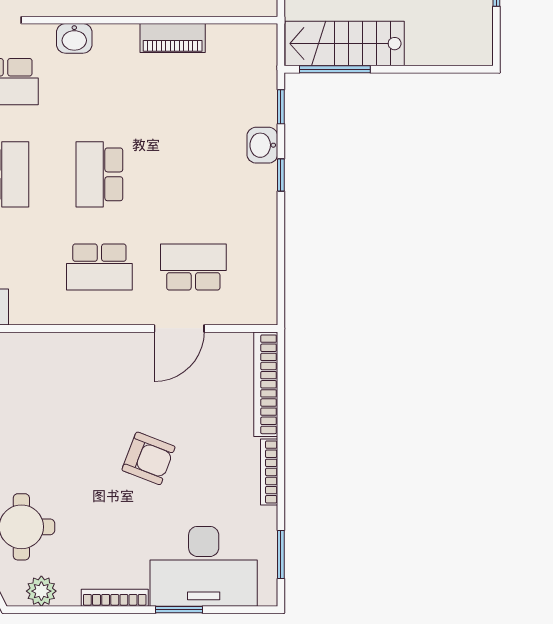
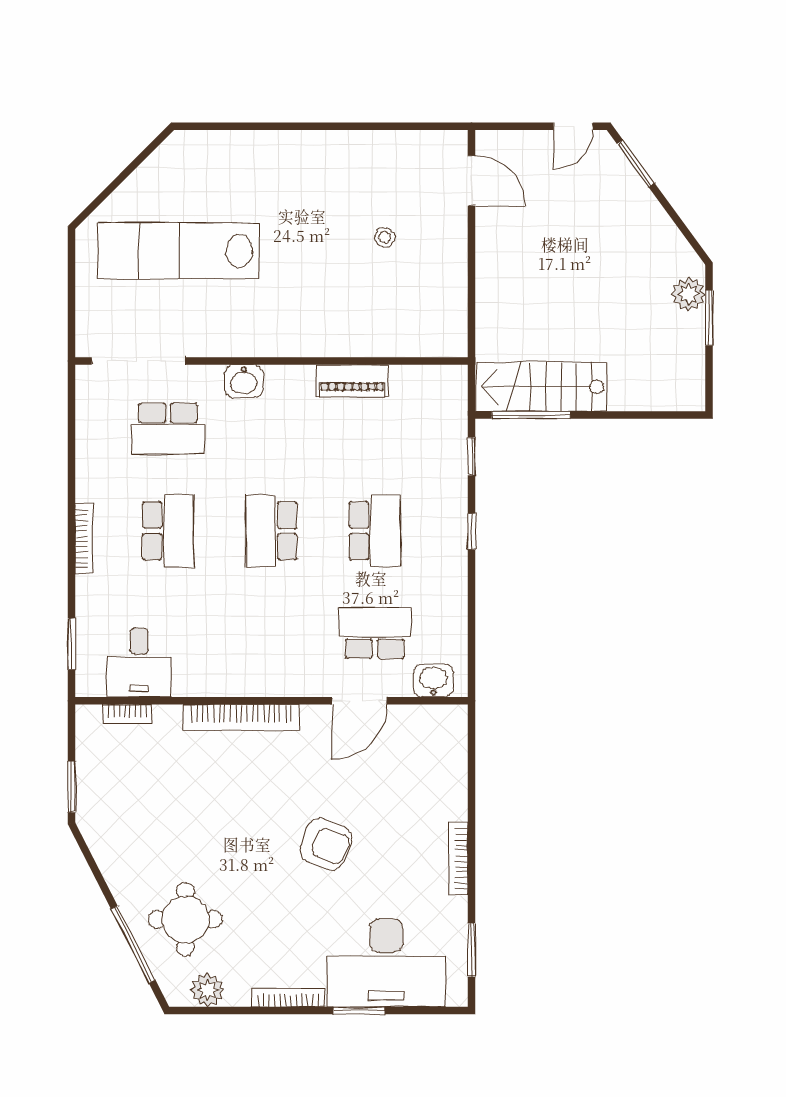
washbasin: (262, 145) -> (433, 680), moved, turned 90
school desk: (99, 267) -> (375, 531), moved, turned -90
bookcase: (266, 384) -> (241, 717), moved, turned -90

